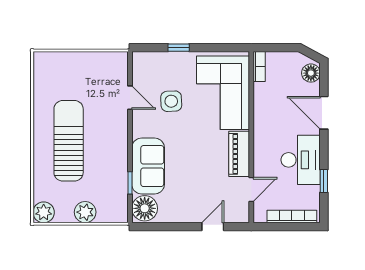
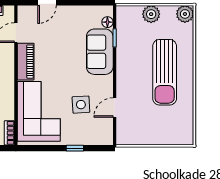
door: (130, 98) -> (115, 108), hinge flipped
floor lamp: (145, 208) -> (107, 22), width x0.53, depth x0.53

